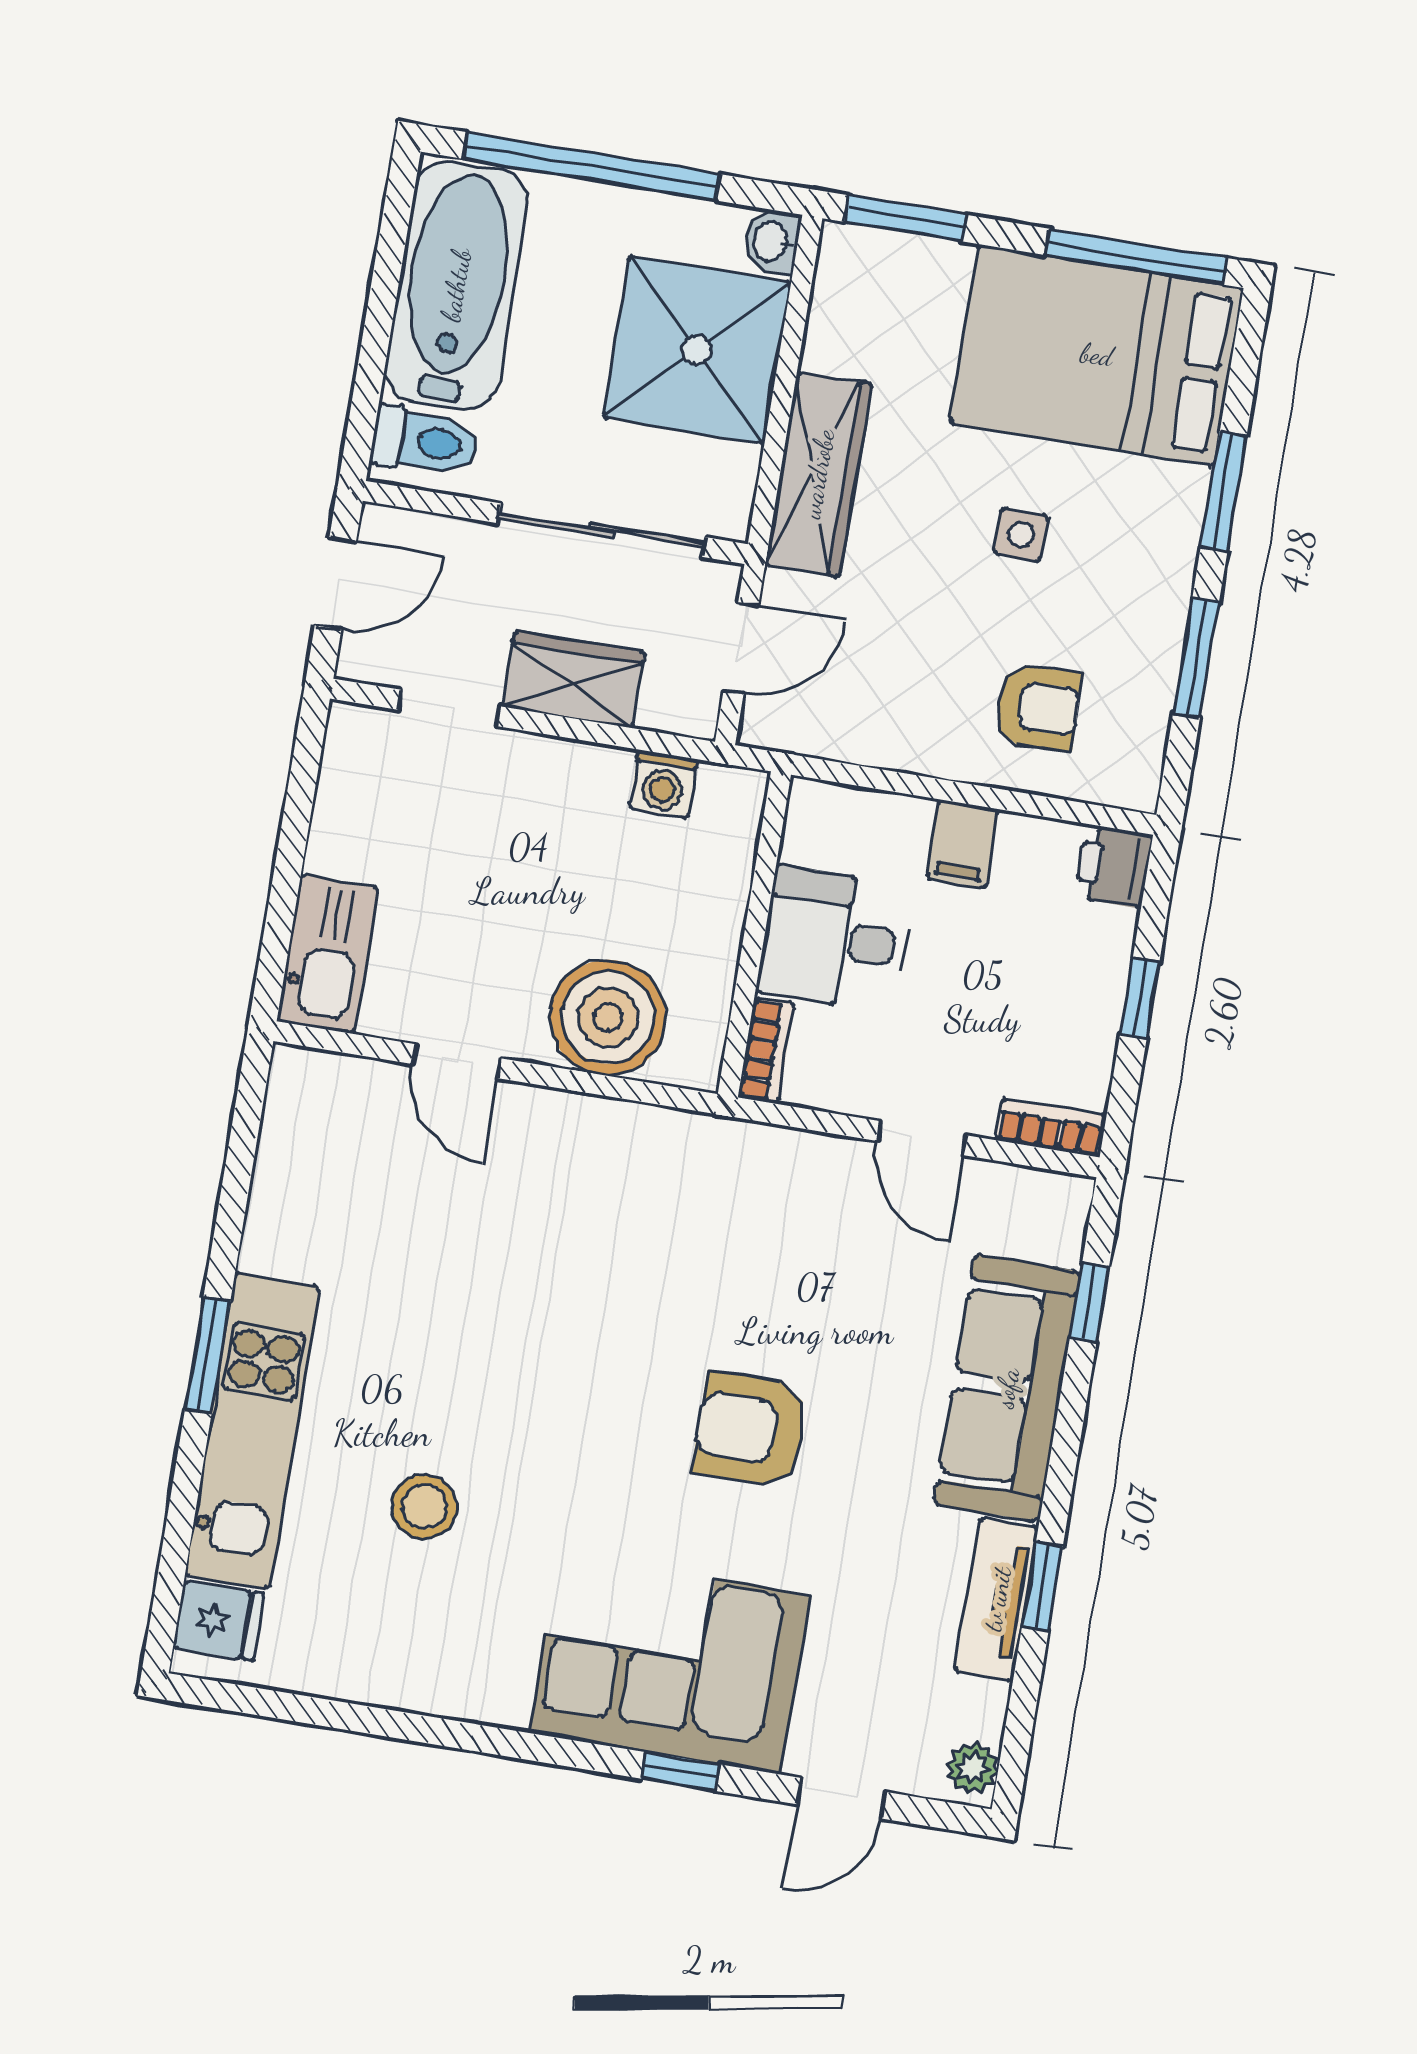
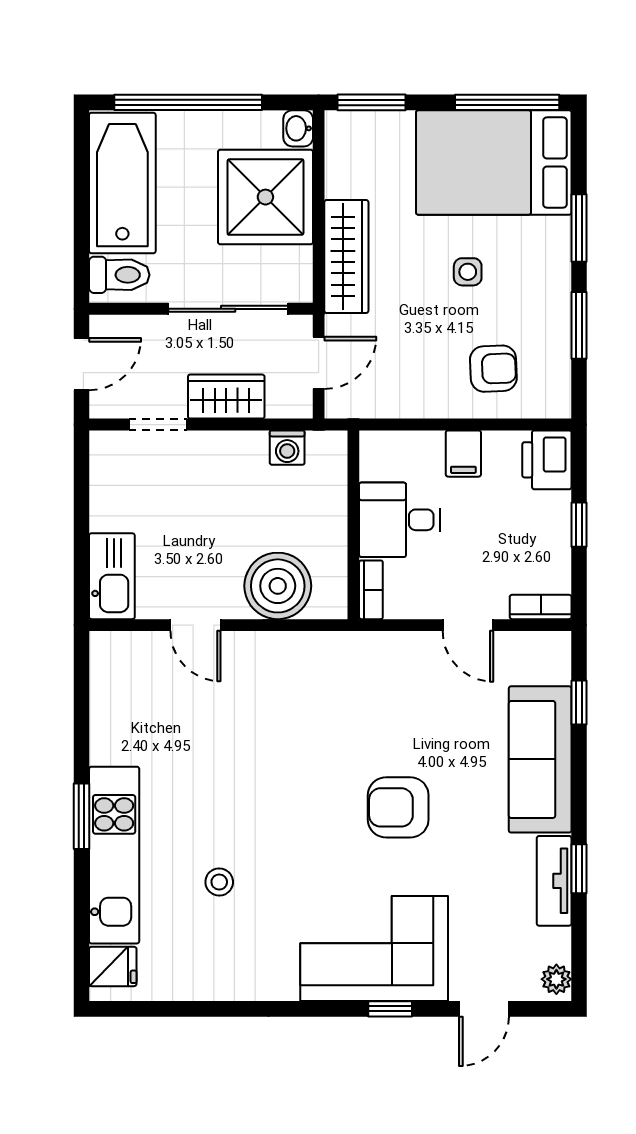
printer: (1113, 866) -> (547, 460), width x1.36, depth x1.24
stool: (424, 1507) -> (219, 882), width x0.73, depth x0.73

